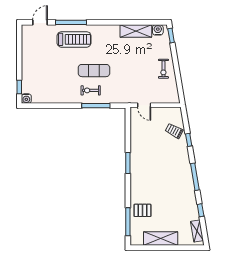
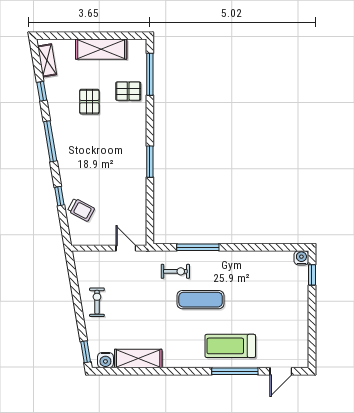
exercise bike: (91, 90) -> (175, 271), moved
pallet: (169, 203) -> (89, 102), added

